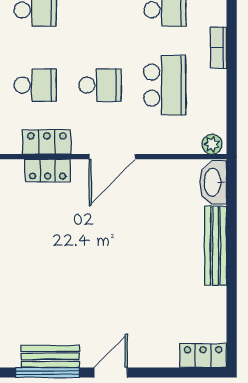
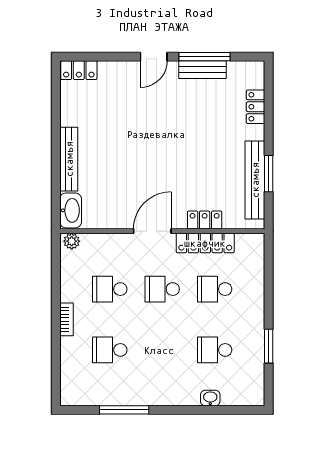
school desk: (165, 85) -> (110, 289), width x0.54
locker: (47, 142) -> (205, 243), width x1.53

